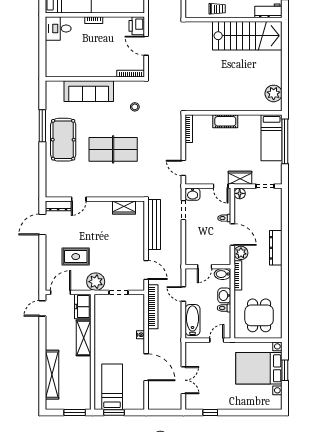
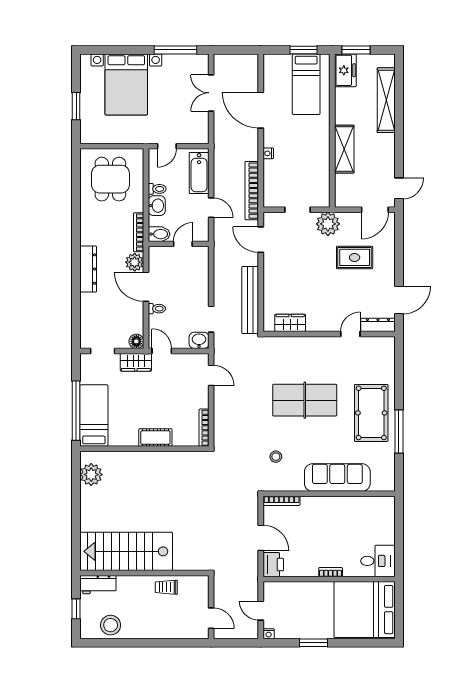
freezer: (83, 307) -> (345, 70), moved
bed with nightstands: (259, 368) -> (126, 84), moved, turned 90
window: (210, 412) -> (175, 50), width x2.17

